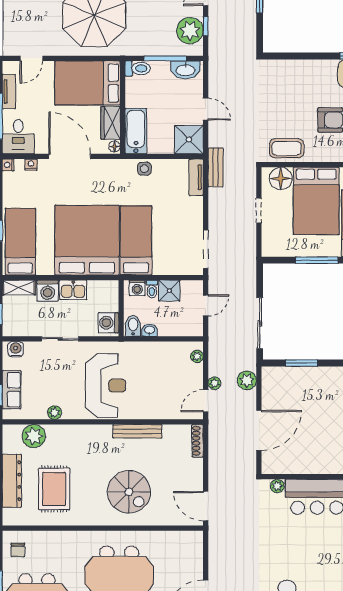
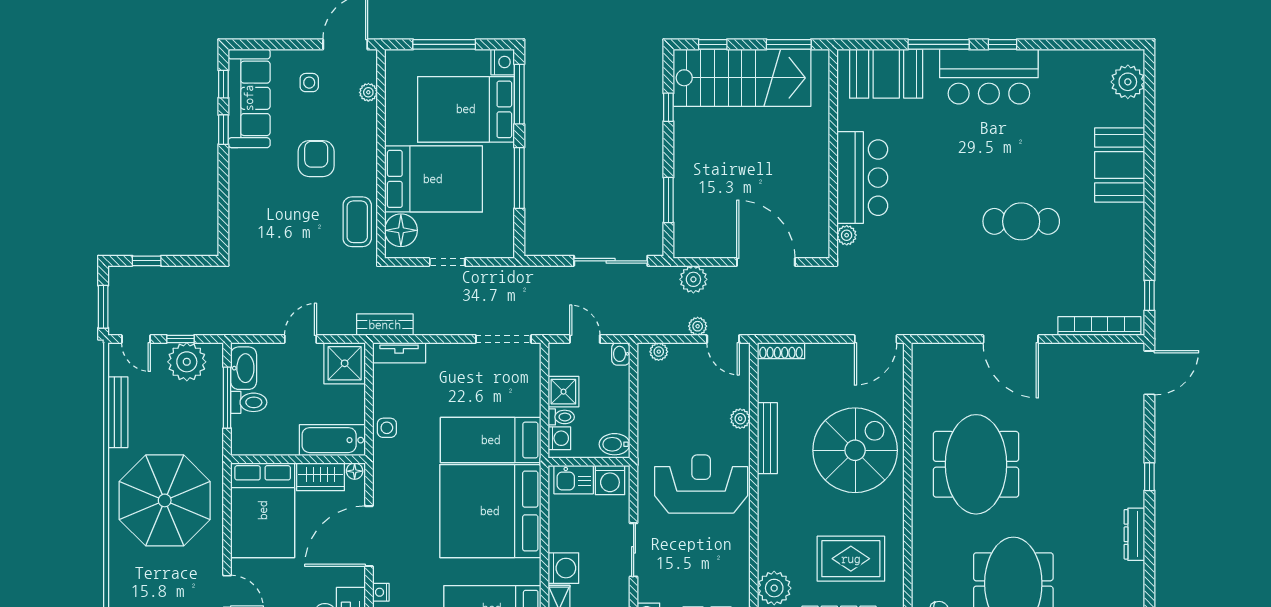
toilet: (138, 69) -> (249, 402), moved, turned 90
kitchen sink: (73, 290) -> (574, 480), moved, turned 90
washbasin: (149, 330) -> (621, 354), moved
plant: (54, 413) -> (740, 419), moved
spiral stairs: (129, 492) -> (855, 450), width x1.37, depth x1.37

